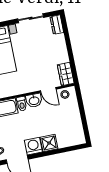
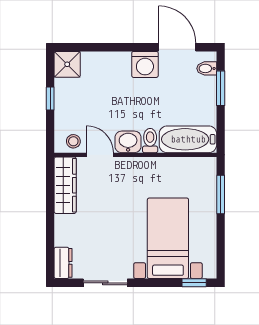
wardrobe: (66, 74) -> (65, 185), width x1.50
window: (83, 116) -> (50, 98), added
shower: (49, 143) -> (67, 64), moved

